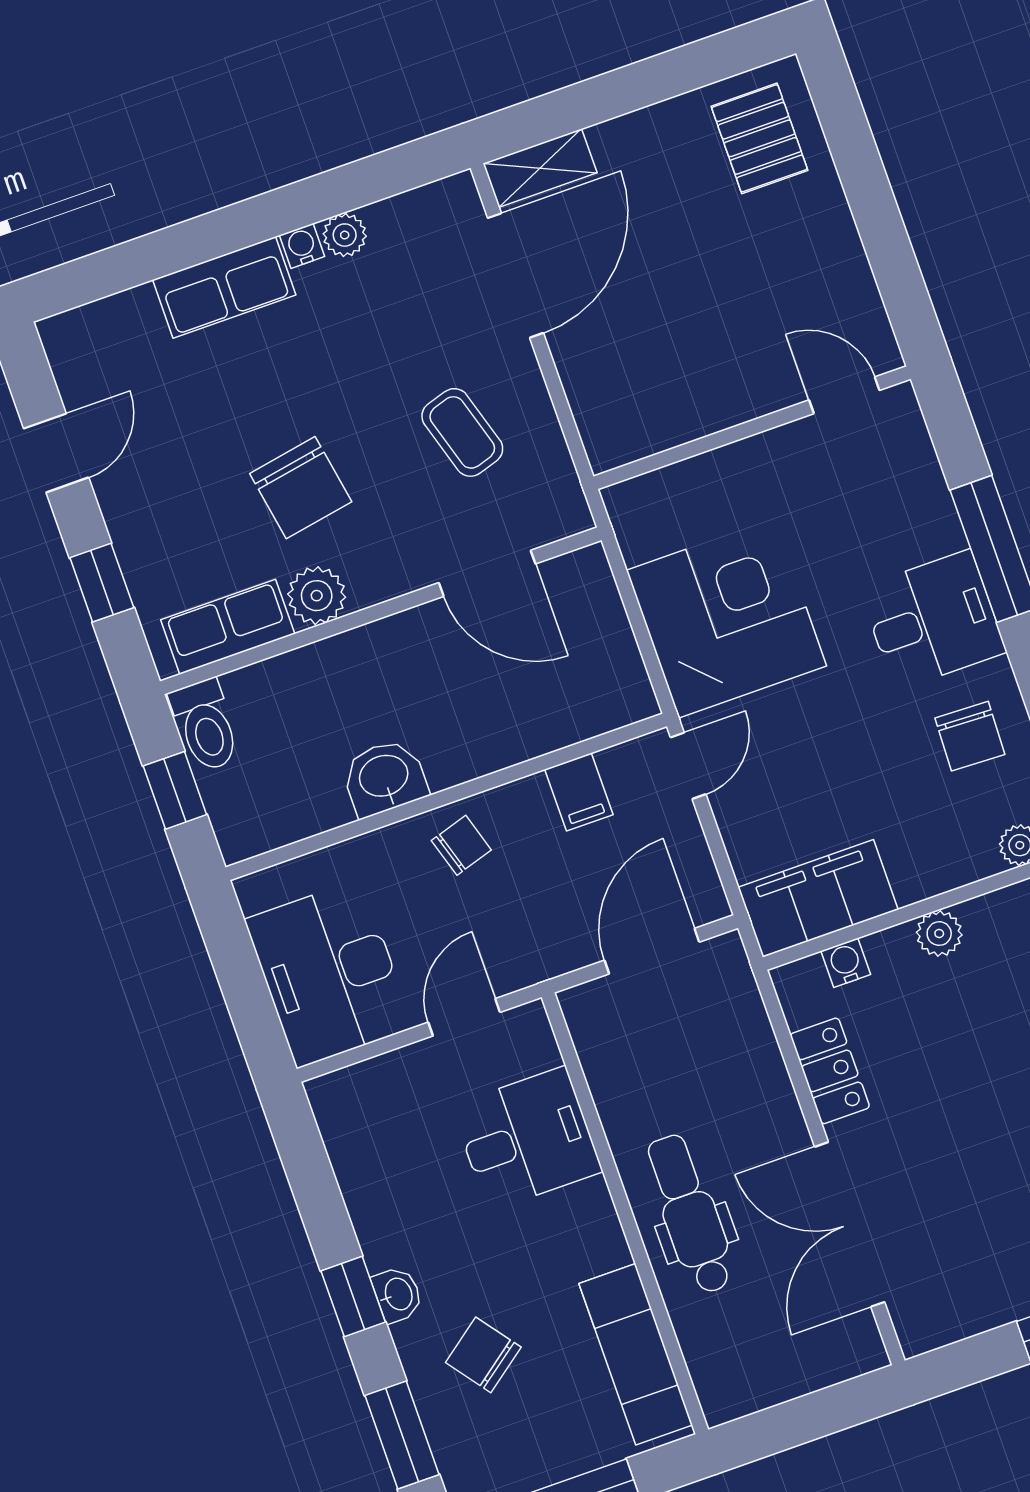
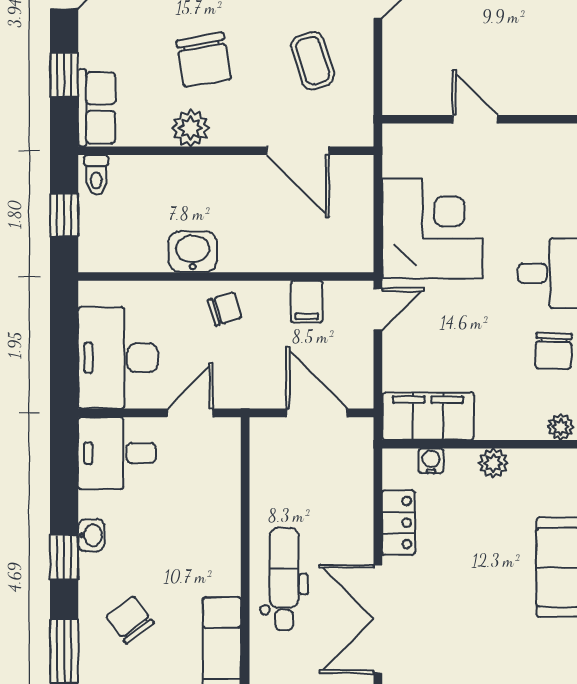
door: (844, 395) -> (475, 119), moved
row of seats: (228, 627) -> (97, 108), moved, turned 90
toilet: (205, 725) -> (96, 175), width x0.73, depth x0.72
door: (652, 951) -> (317, 413), hinge flipped
desk: (527, 1139) -> (117, 453), moved, turned 180
washbasin: (397, 1294) -> (91, 535), moved

